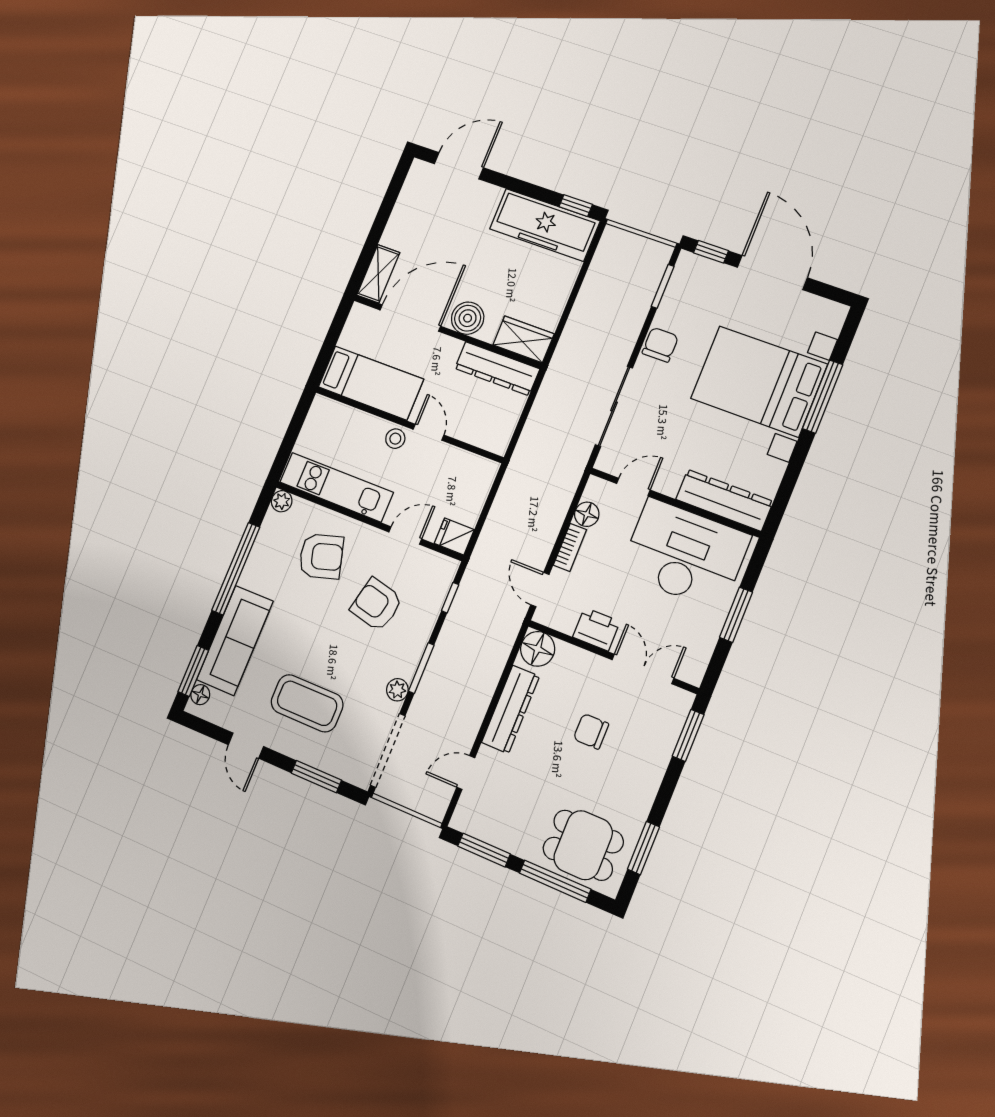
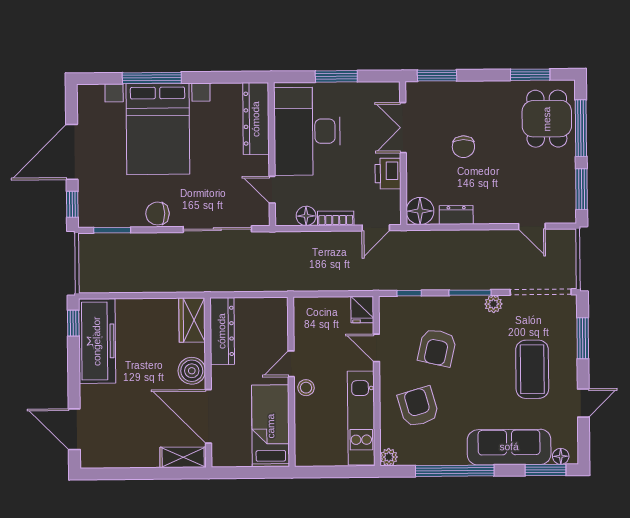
dresser: (511, 709) -> (456, 215), width x0.51, depth x0.80

